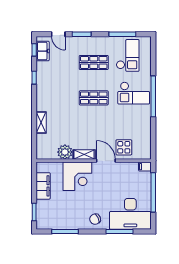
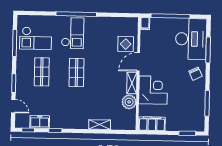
door: (58, 34) -> (13, 106), hinge flipped
freezer: (43, 51) -> (40, 122), moved
checkout: (128, 55) -> (36, 38), turned 180
filing cabinet: (43, 186) -> (152, 124), moved

